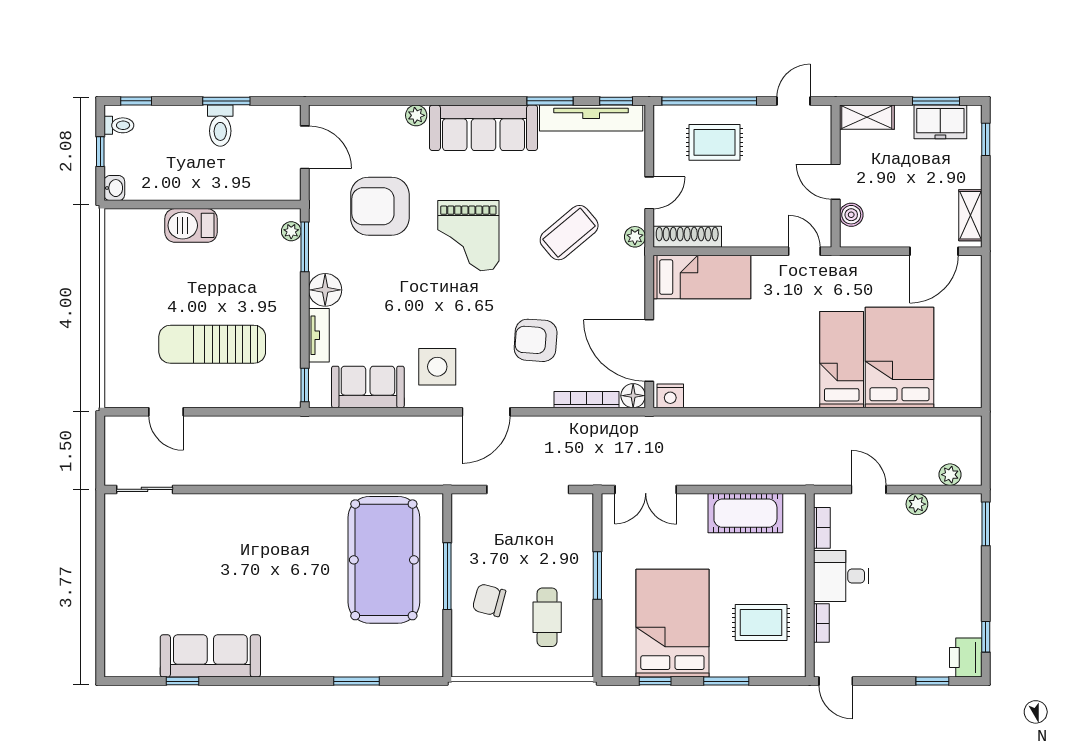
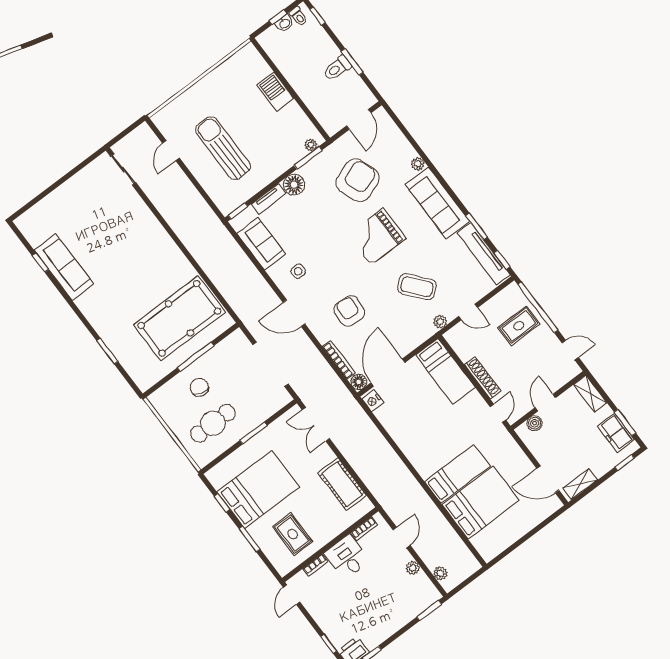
rug: (714, 142) -> (519, 326), turned 90
washbasin: (114, 188) -> (285, 23), moved
armchair: (380, 206) -> (358, 180), turned 70
shoe rack: (687, 237) -> (483, 378), moved
side table: (437, 367) -> (298, 271), width x0.54, depth x0.54
cafe table: (547, 617) -> (213, 423), width x1.37, depth x1.35

